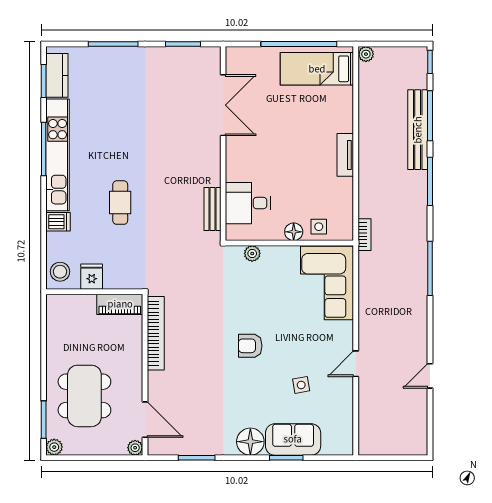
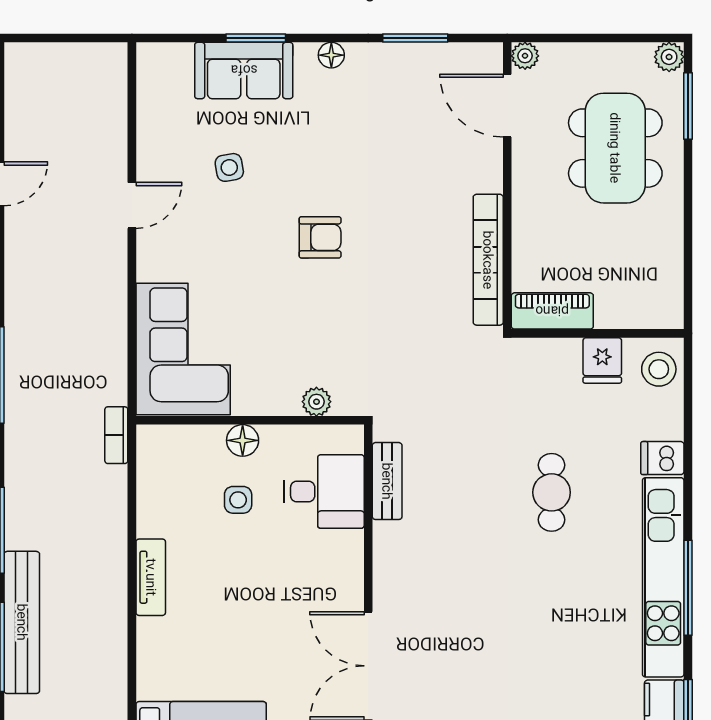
side table: (319, 227) -> (238, 500), moved
floor lamp: (250, 442) -> (331, 55), width x0.53, depth x0.53

